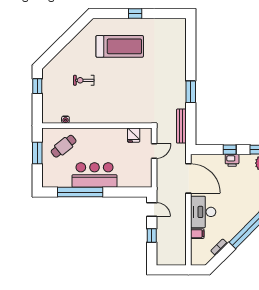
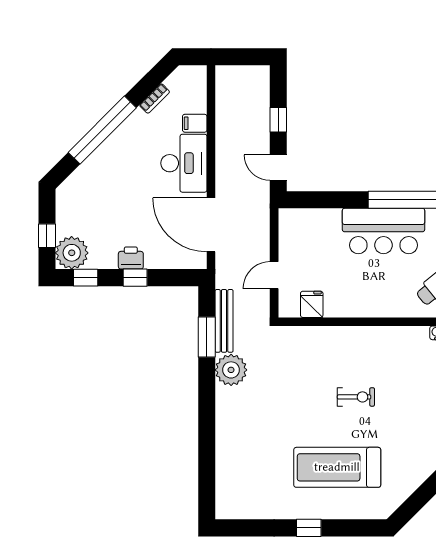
exercise bike: (84, 80) -> (356, 397), moved
window: (191, 92) -> (207, 337), moved
plant: (178, 99) -> (231, 370), added

